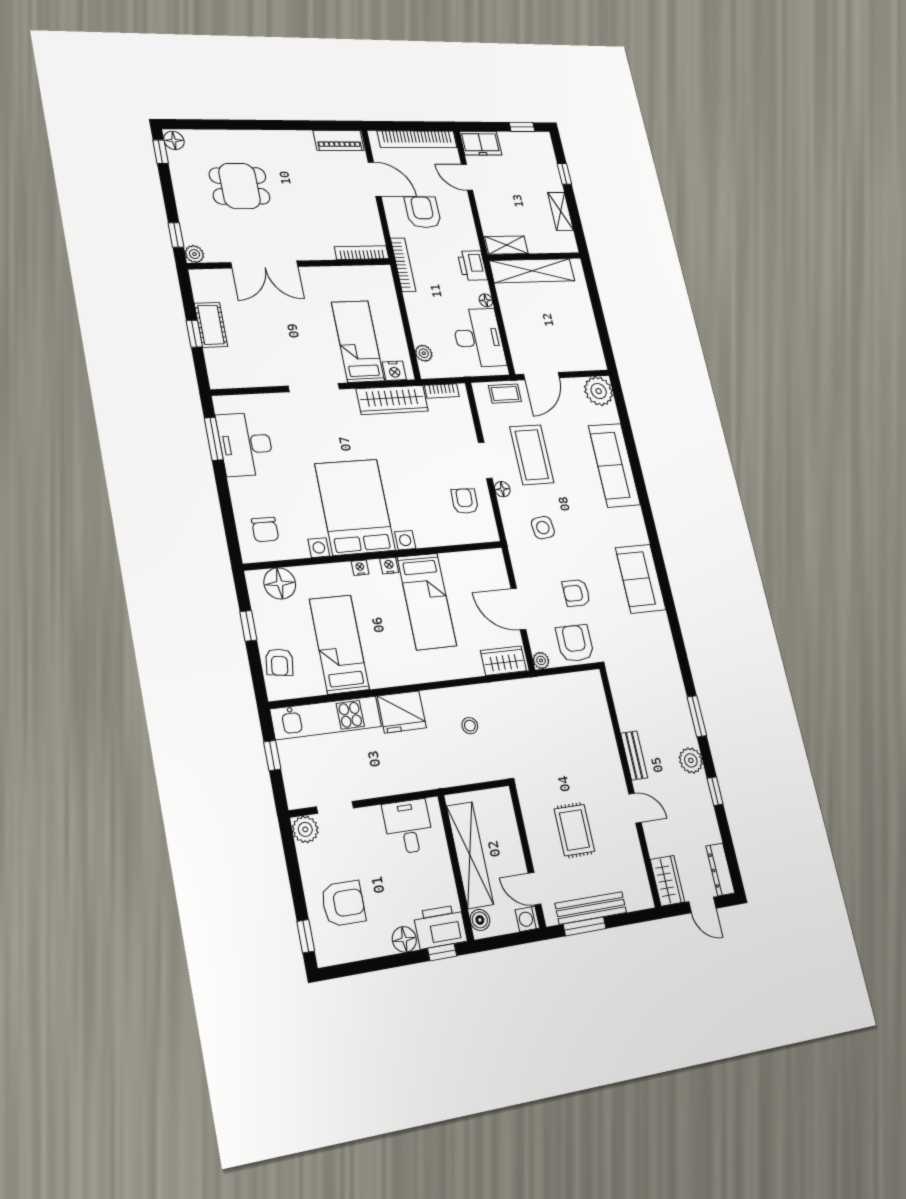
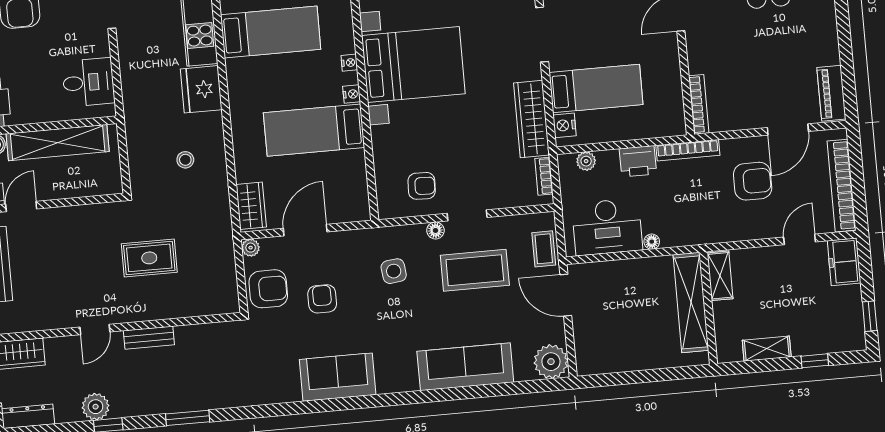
printer: (472, 266) -> (638, 161), moved, turned 180
plant: (691, 760) -> (96, 407), moved
rug: (574, 830) -> (149, 258), moved

